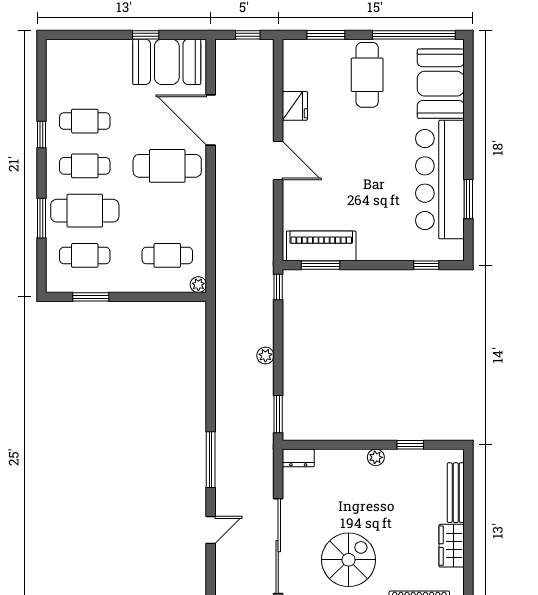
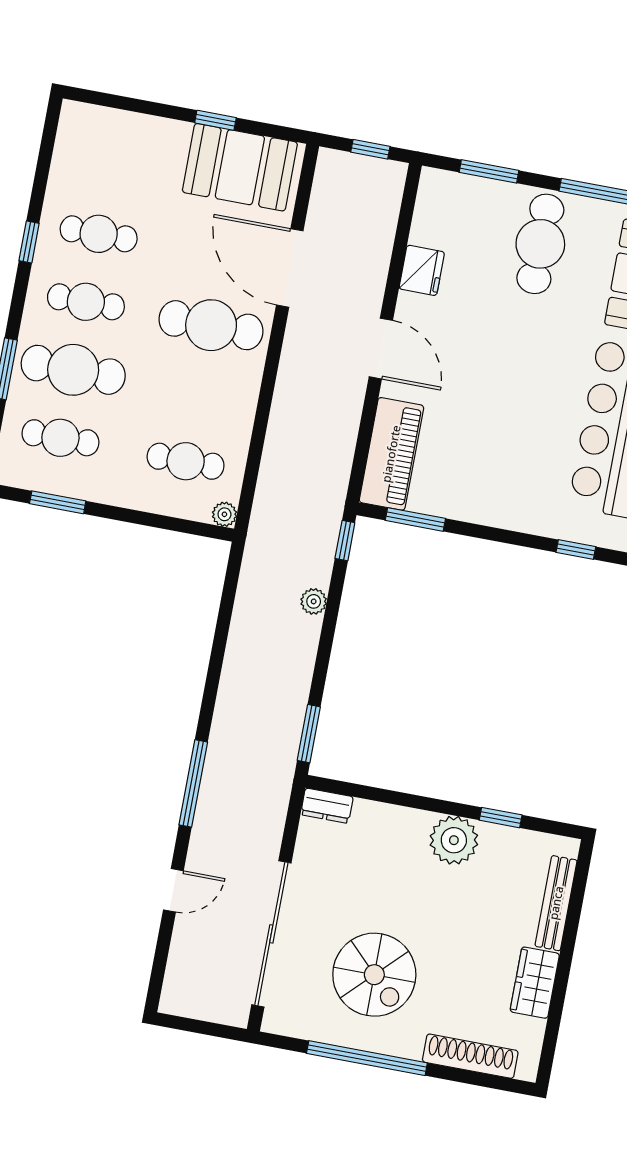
piano: (321, 246) -> (391, 454), moved, turned 90
plant: (265, 356) -> (314, 601), moved
plant: (376, 457) -> (454, 840), width x1.87, depth x1.87
spiral stairs: (349, 560) -> (374, 975), turned 90

